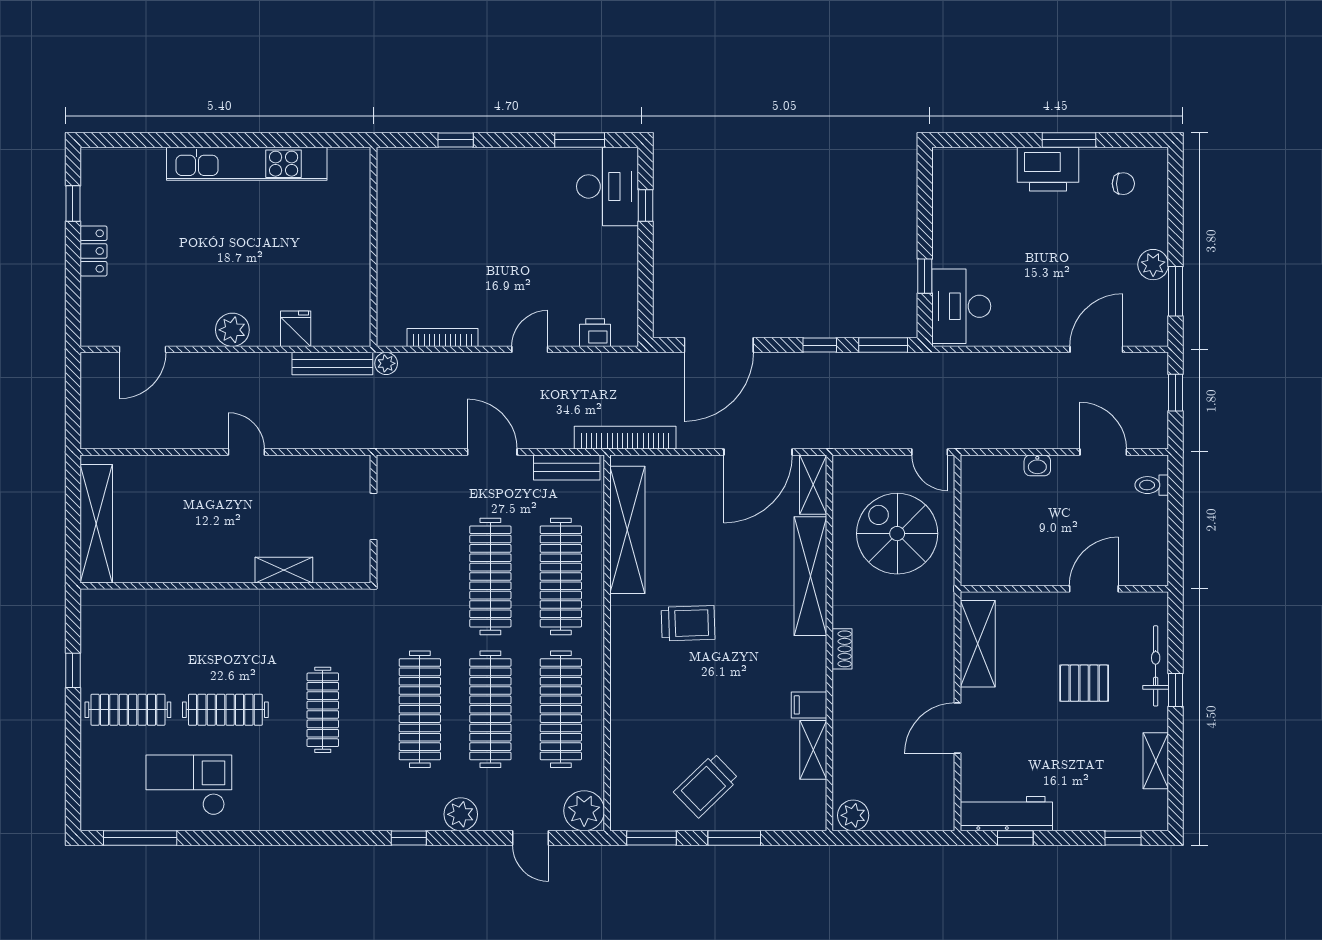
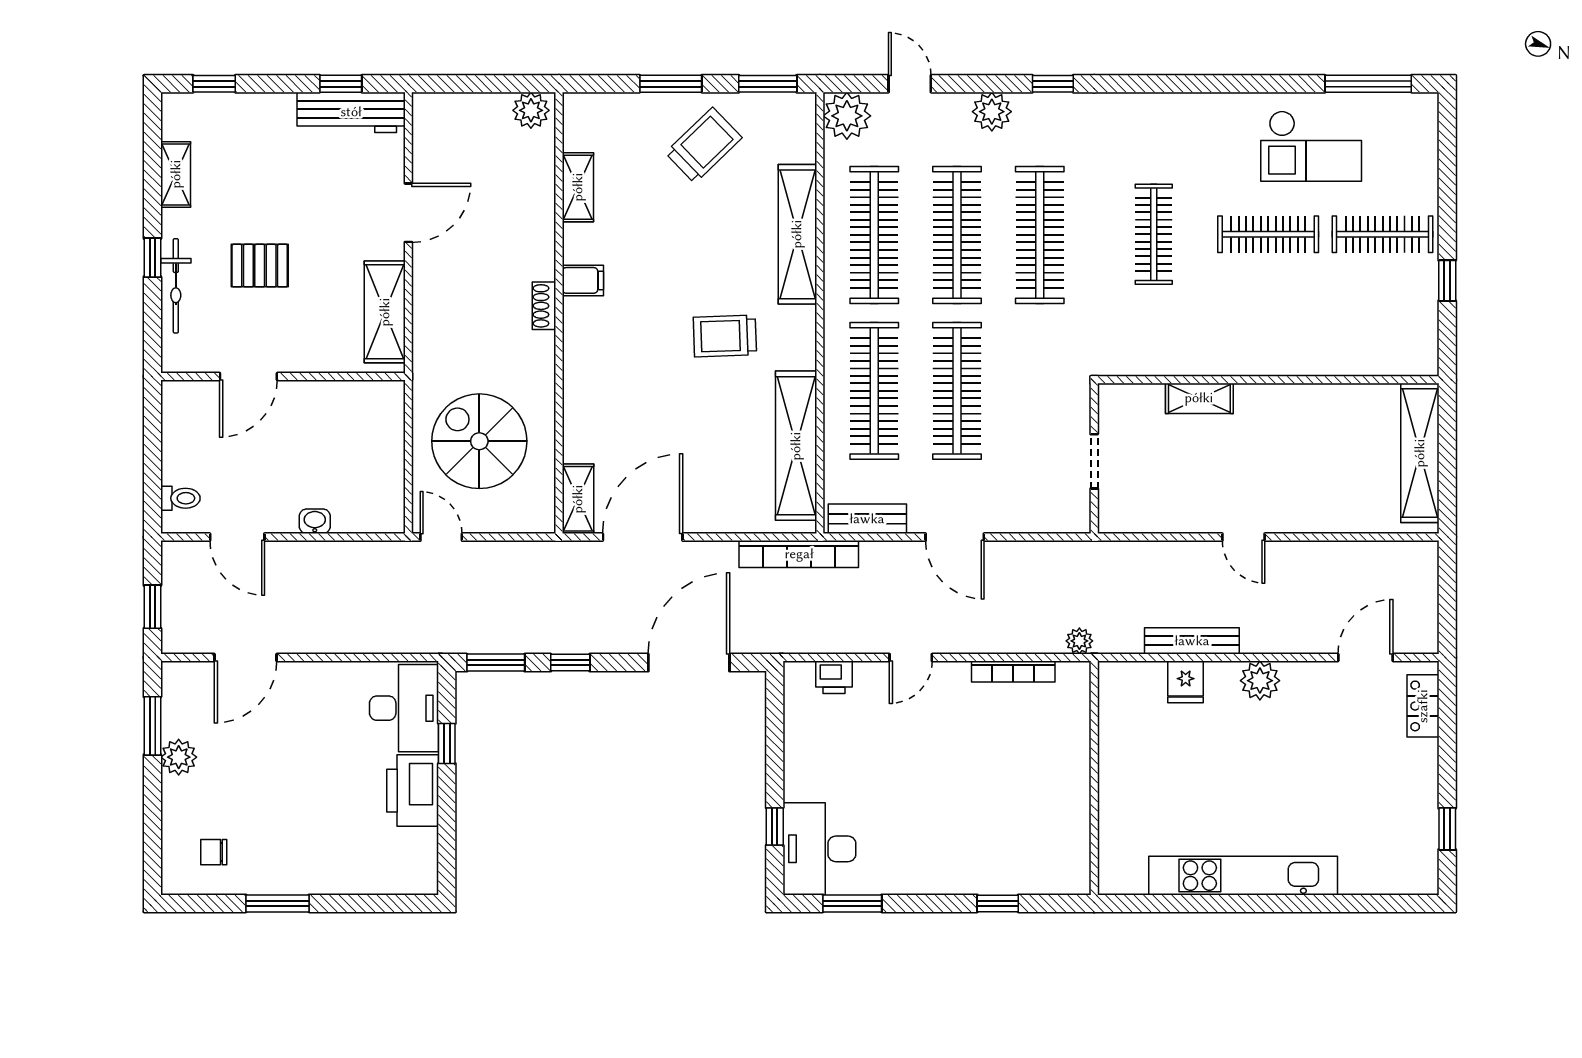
printer: (1048, 169) -> (413, 791), moved, turned -90
locker: (94, 251) -> (1423, 706), moved
bench: (332, 364) -> (1192, 641), moved
spiral stairs: (897, 534) -> (479, 441), turned 180
shelving: (810, 576) -> (797, 234), moved
filing cabinet: (809, 705) -> (583, 280), moved

